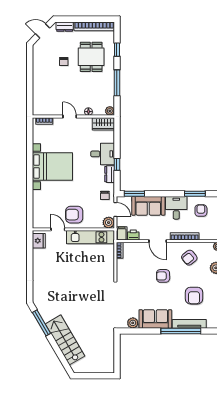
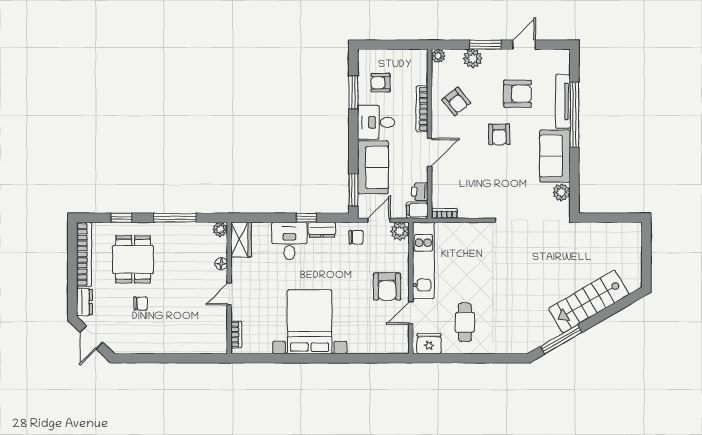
dining table: (91, 57) -> (133, 259), turned 90
cafe table: (52, 263) -> (465, 322), added
armchair: (163, 276) -> (499, 134), moved

